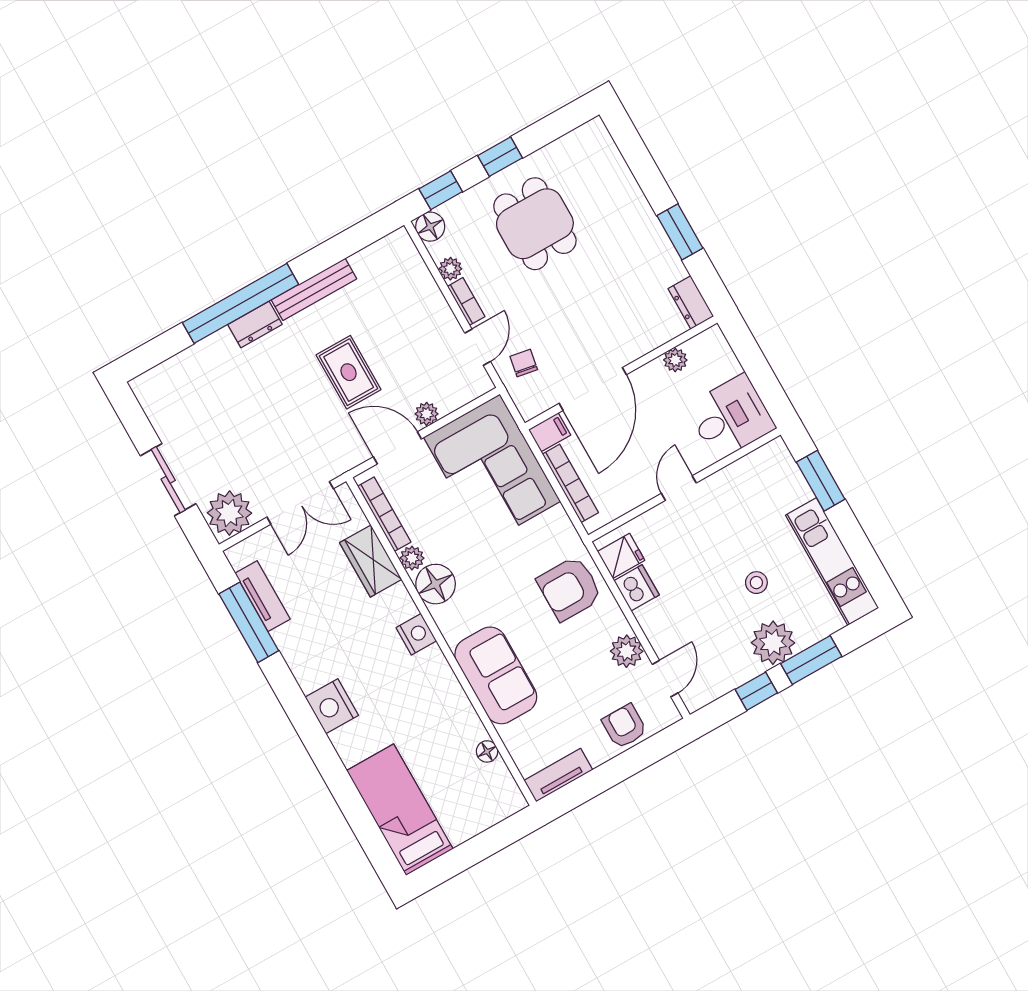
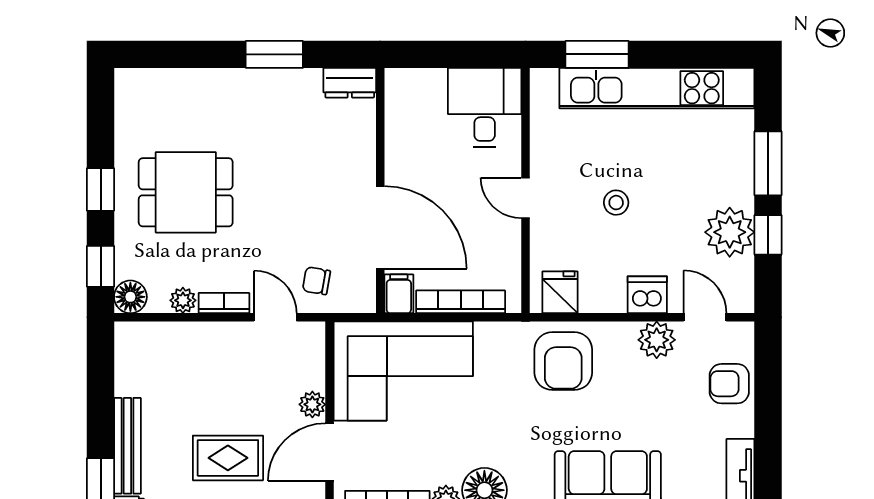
plant: (675, 360) -> (398, 130), removed
kitchen unit: (832, 562) -> (657, 88), width x1.36
stool: (756, 583) -> (616, 203), moved
dishwasher: (637, 588) -> (647, 295), moved
plant: (773, 643) -> (730, 232), moved

